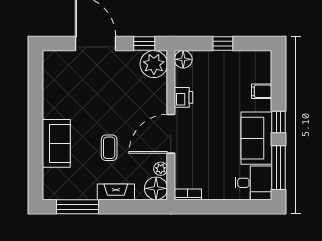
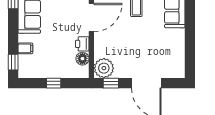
floor lamp: (183, 59) -> (82, 59), moved
window: (279, 122) -> (13, 62), moved

